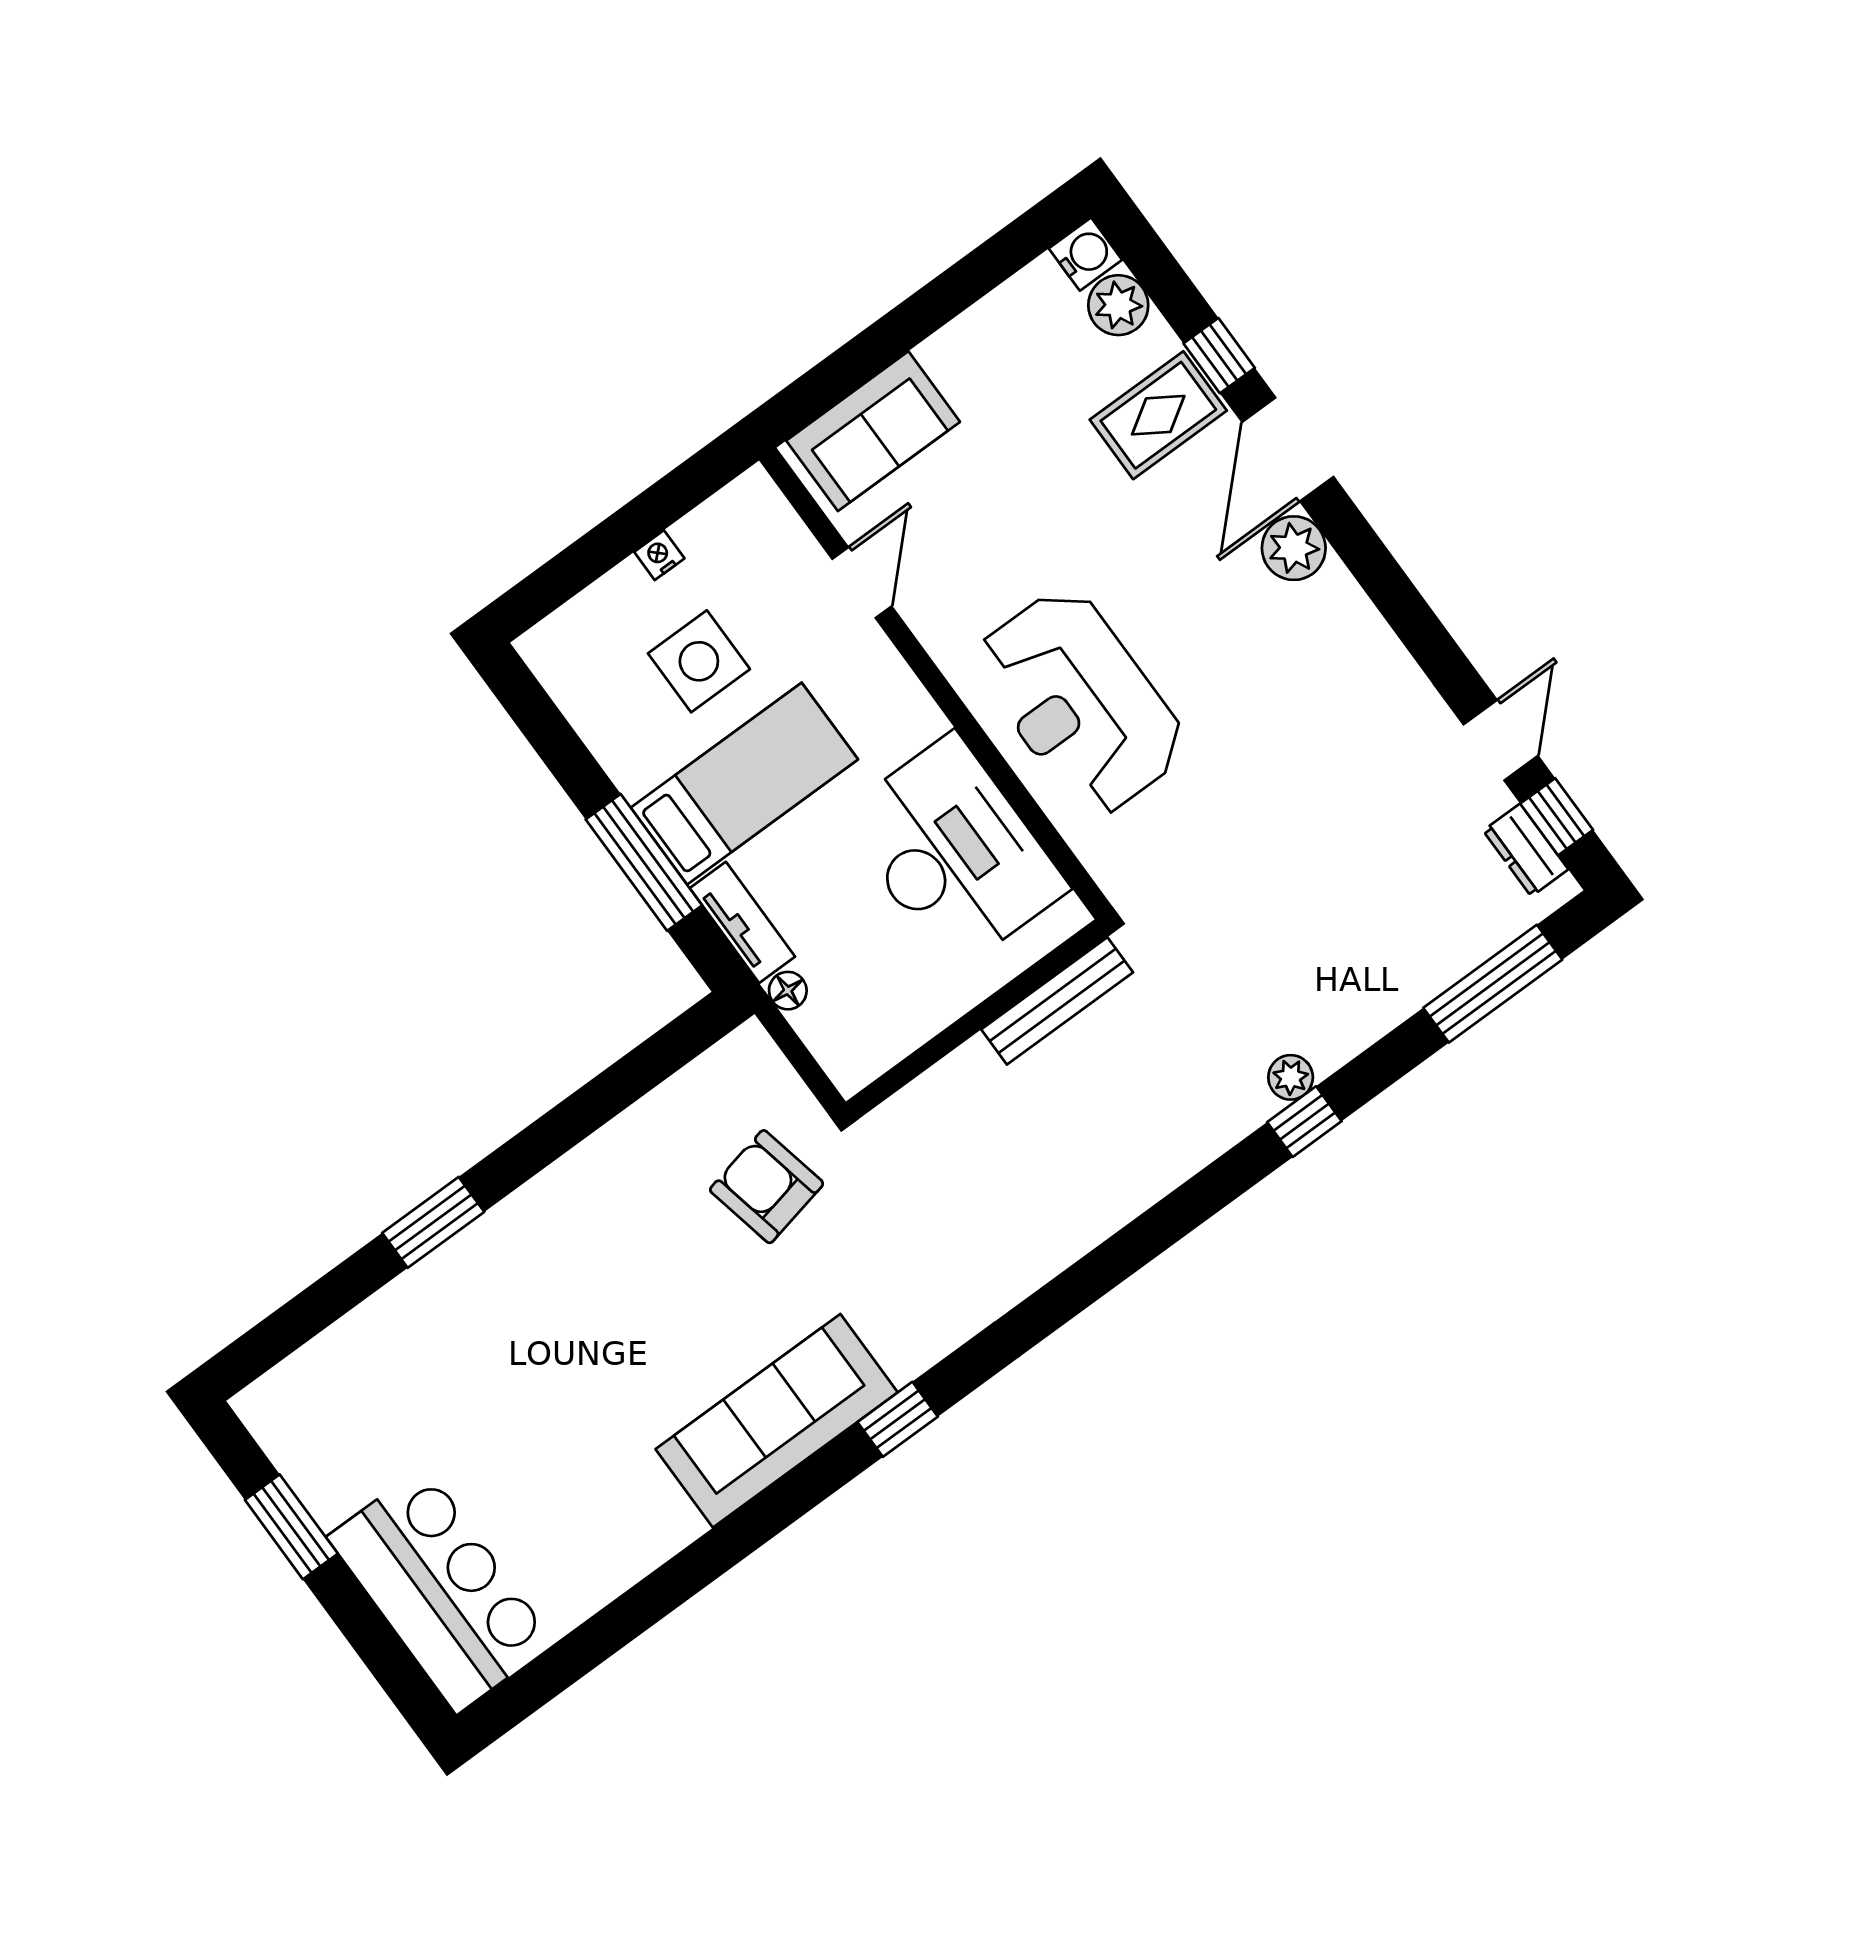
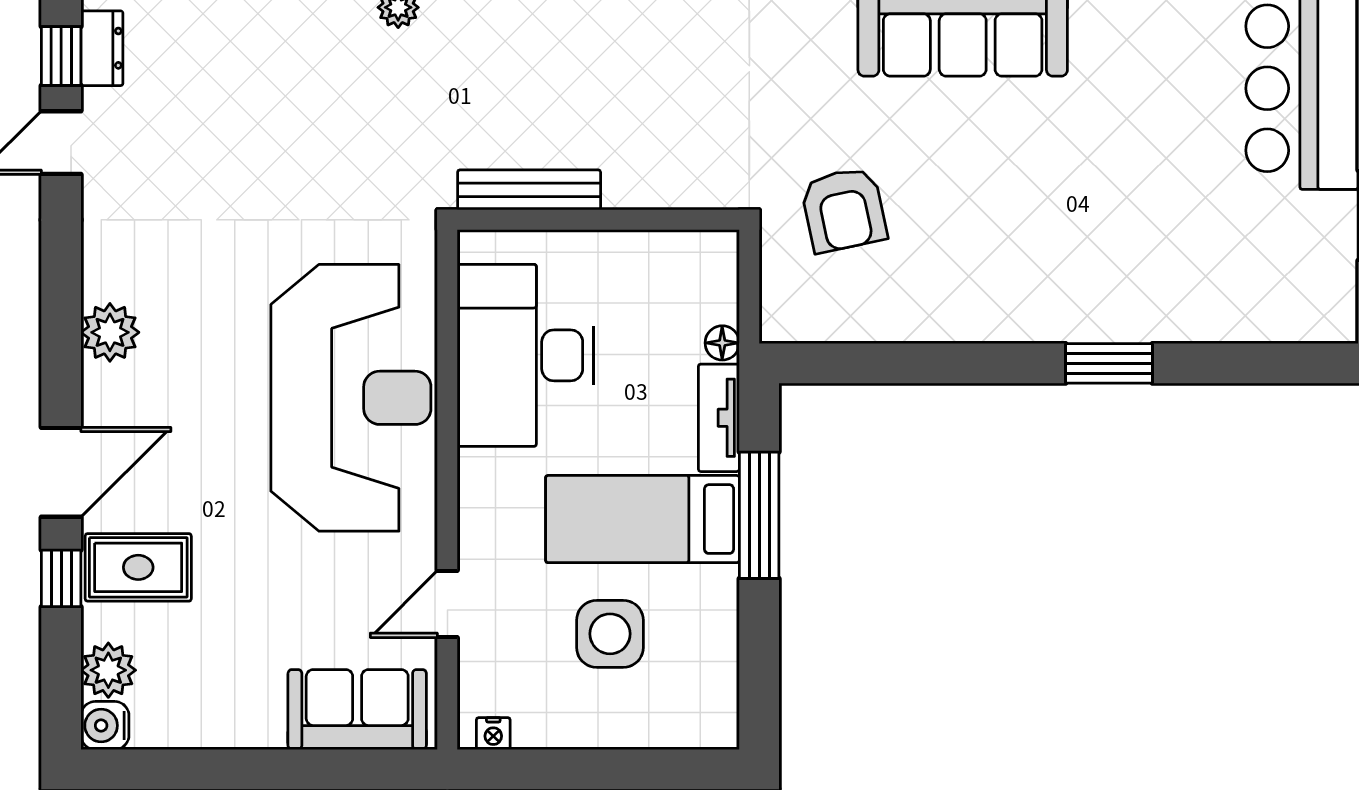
plant: (1294, 548) -> (110, 332), moved
nightstand: (659, 555) -> (493, 734), moved
reception desk: (1080, 702) -> (351, 398), width x1.36, depth x1.30

